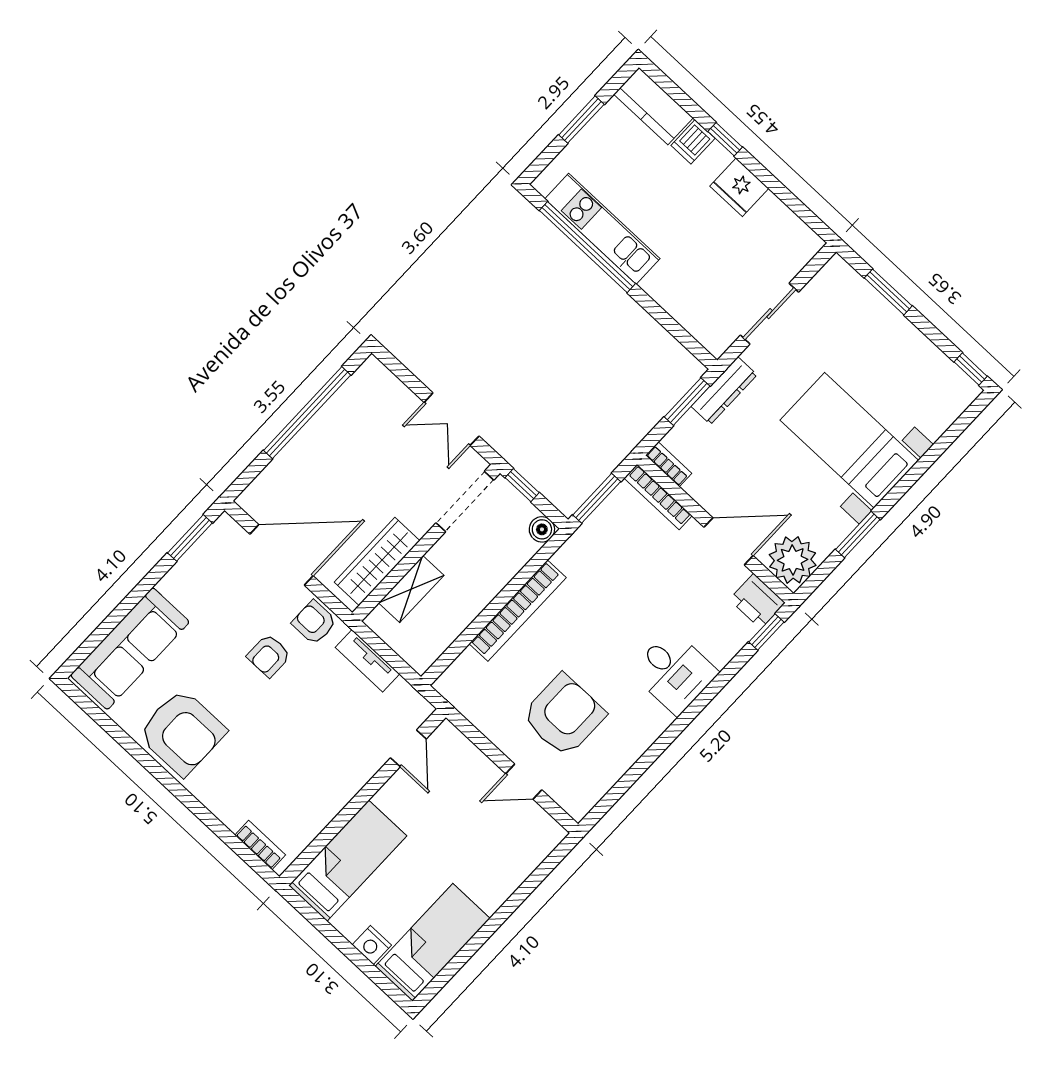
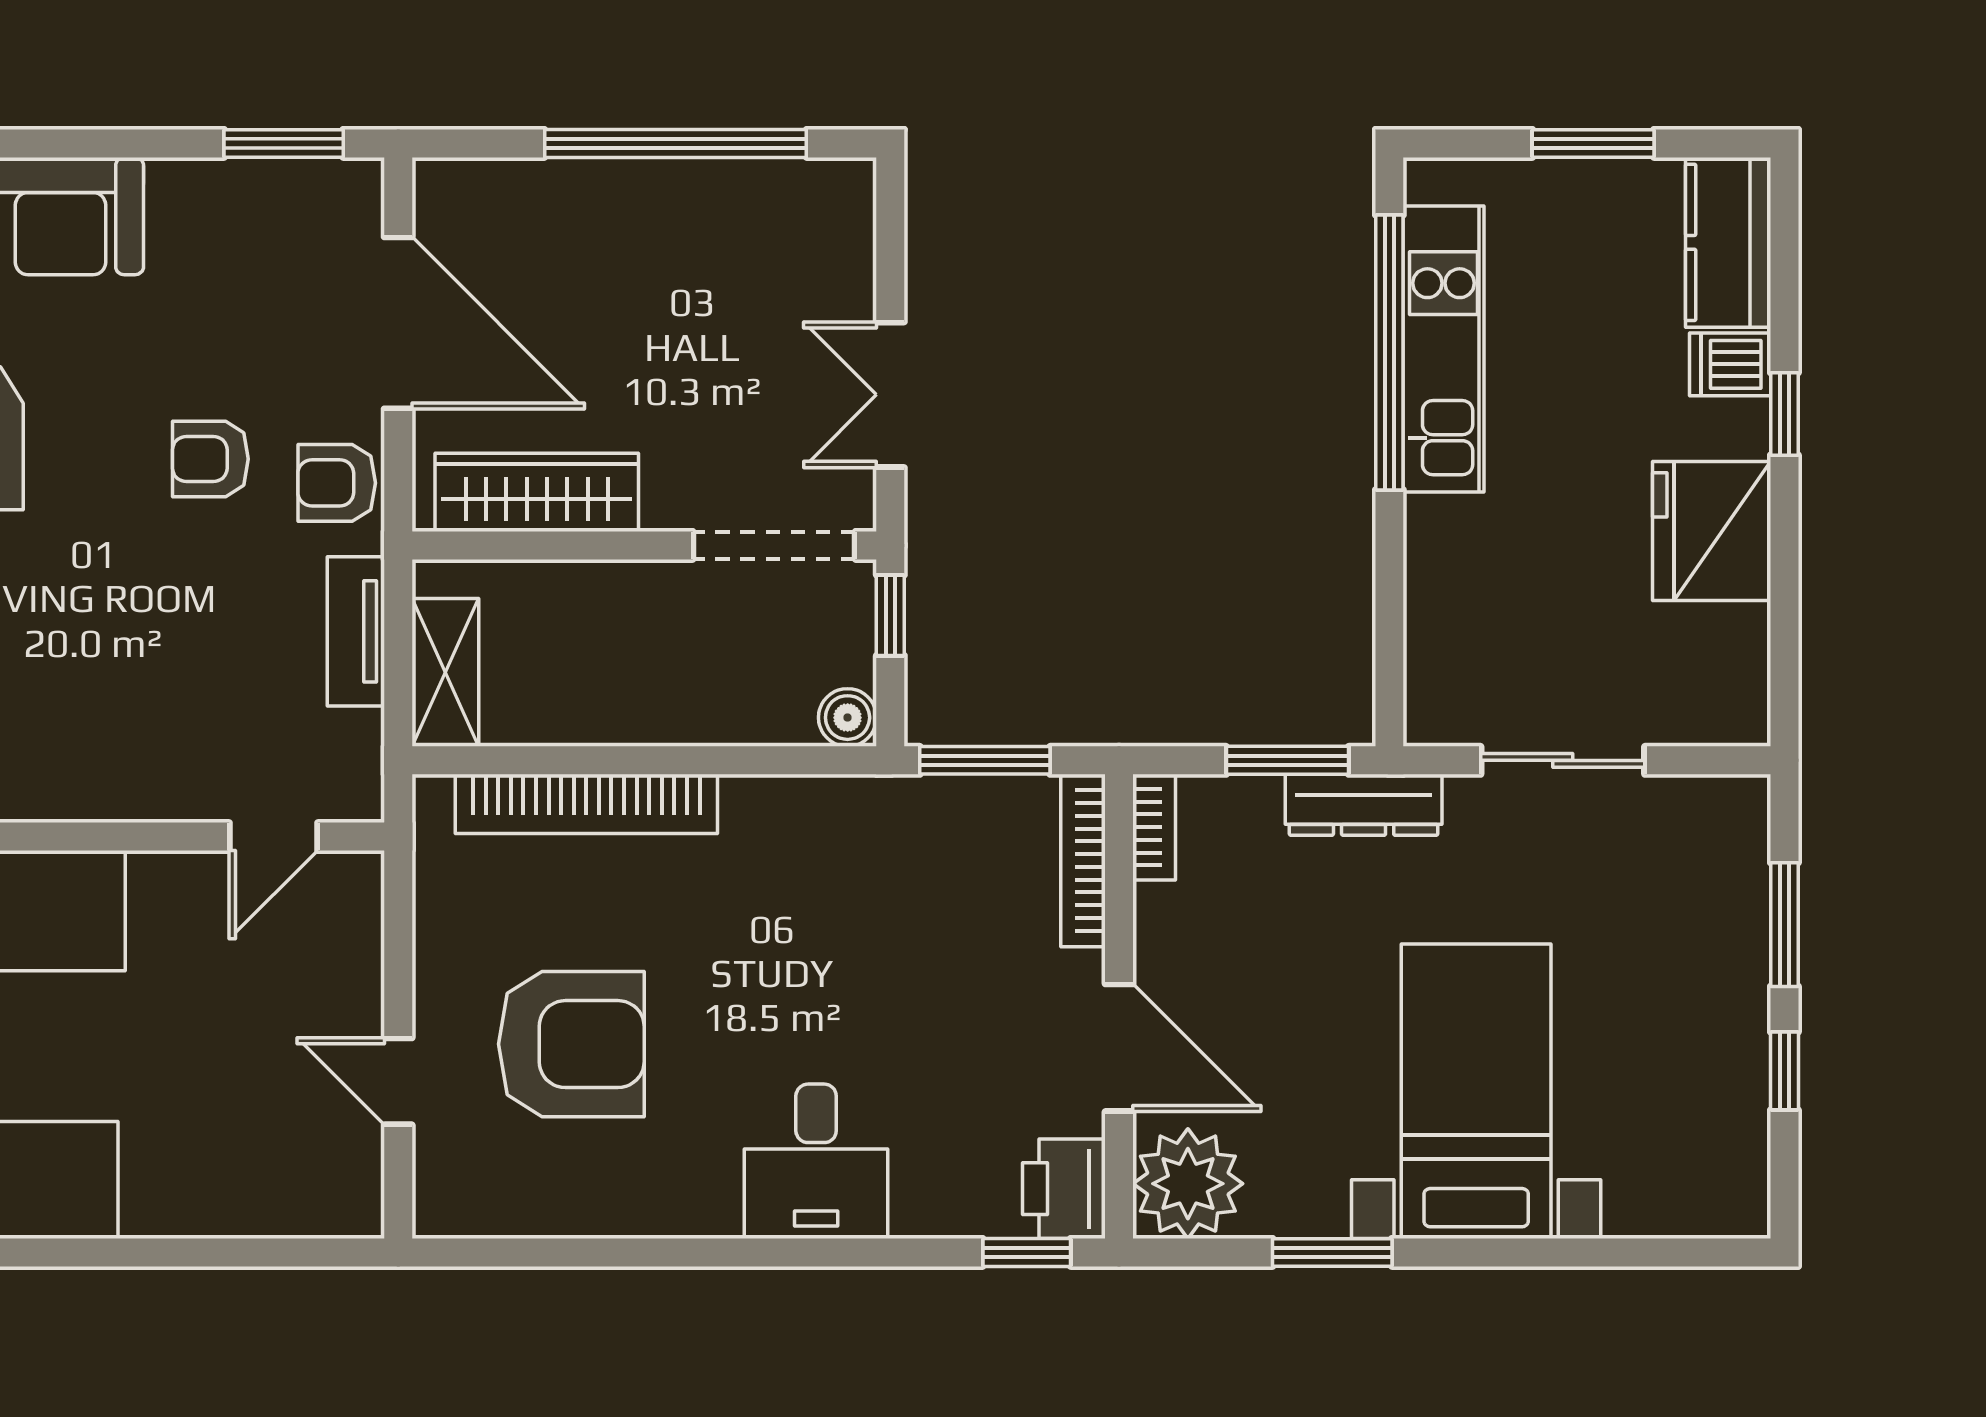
fridge: (739, 187) -> (1712, 531), width x1.36, depth x1.34
window: (971, 369) -> (1784, 1071), moved
shelving: (411, 589) -> (445, 672), moved, turned 90
bookcase: (518, 611) -> (586, 804), moved
armchair: (314, 622) -> (337, 483), turned -90

